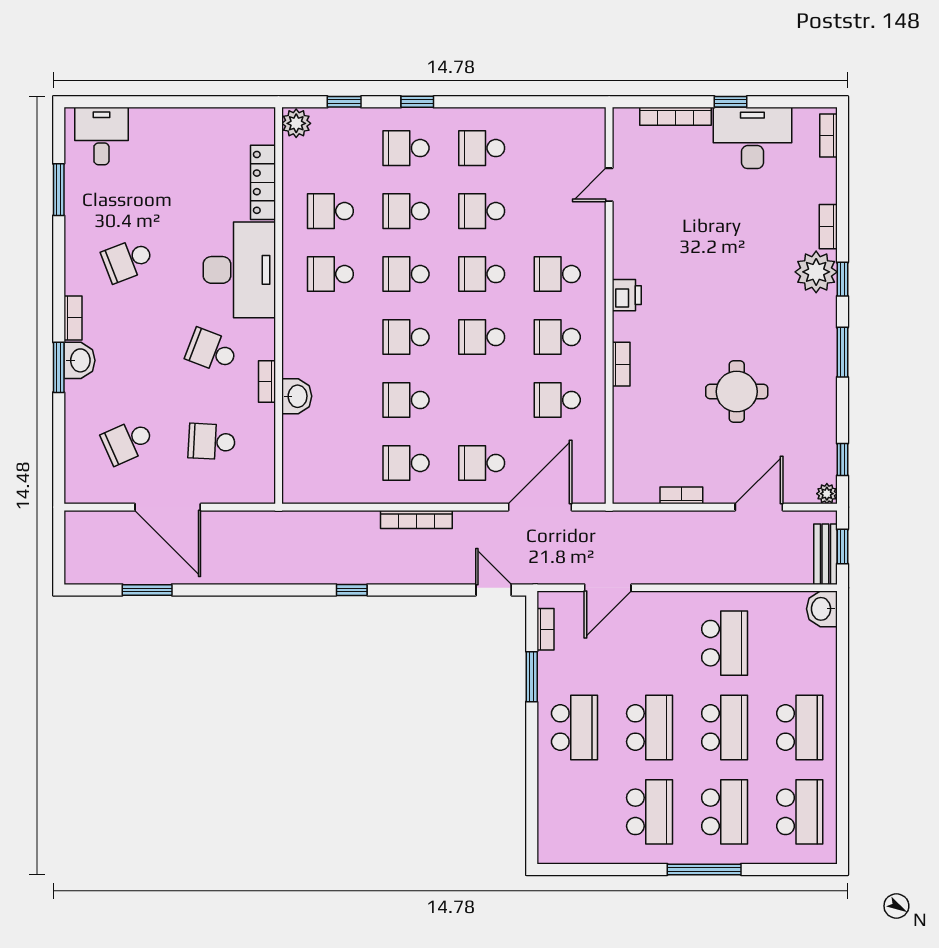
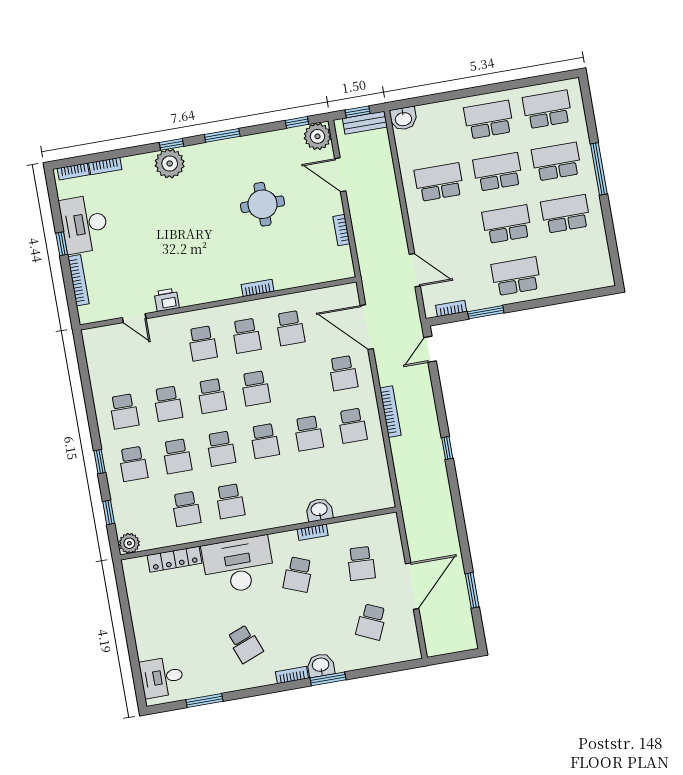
bookcase: (828, 227) -> (105, 166), moved
printer: (627, 295) -> (167, 300), moved
school desk: (128, 442) -> (371, 622), turned 48
plant: (827, 494) -> (318, 136), width x1.87, depth x1.87

